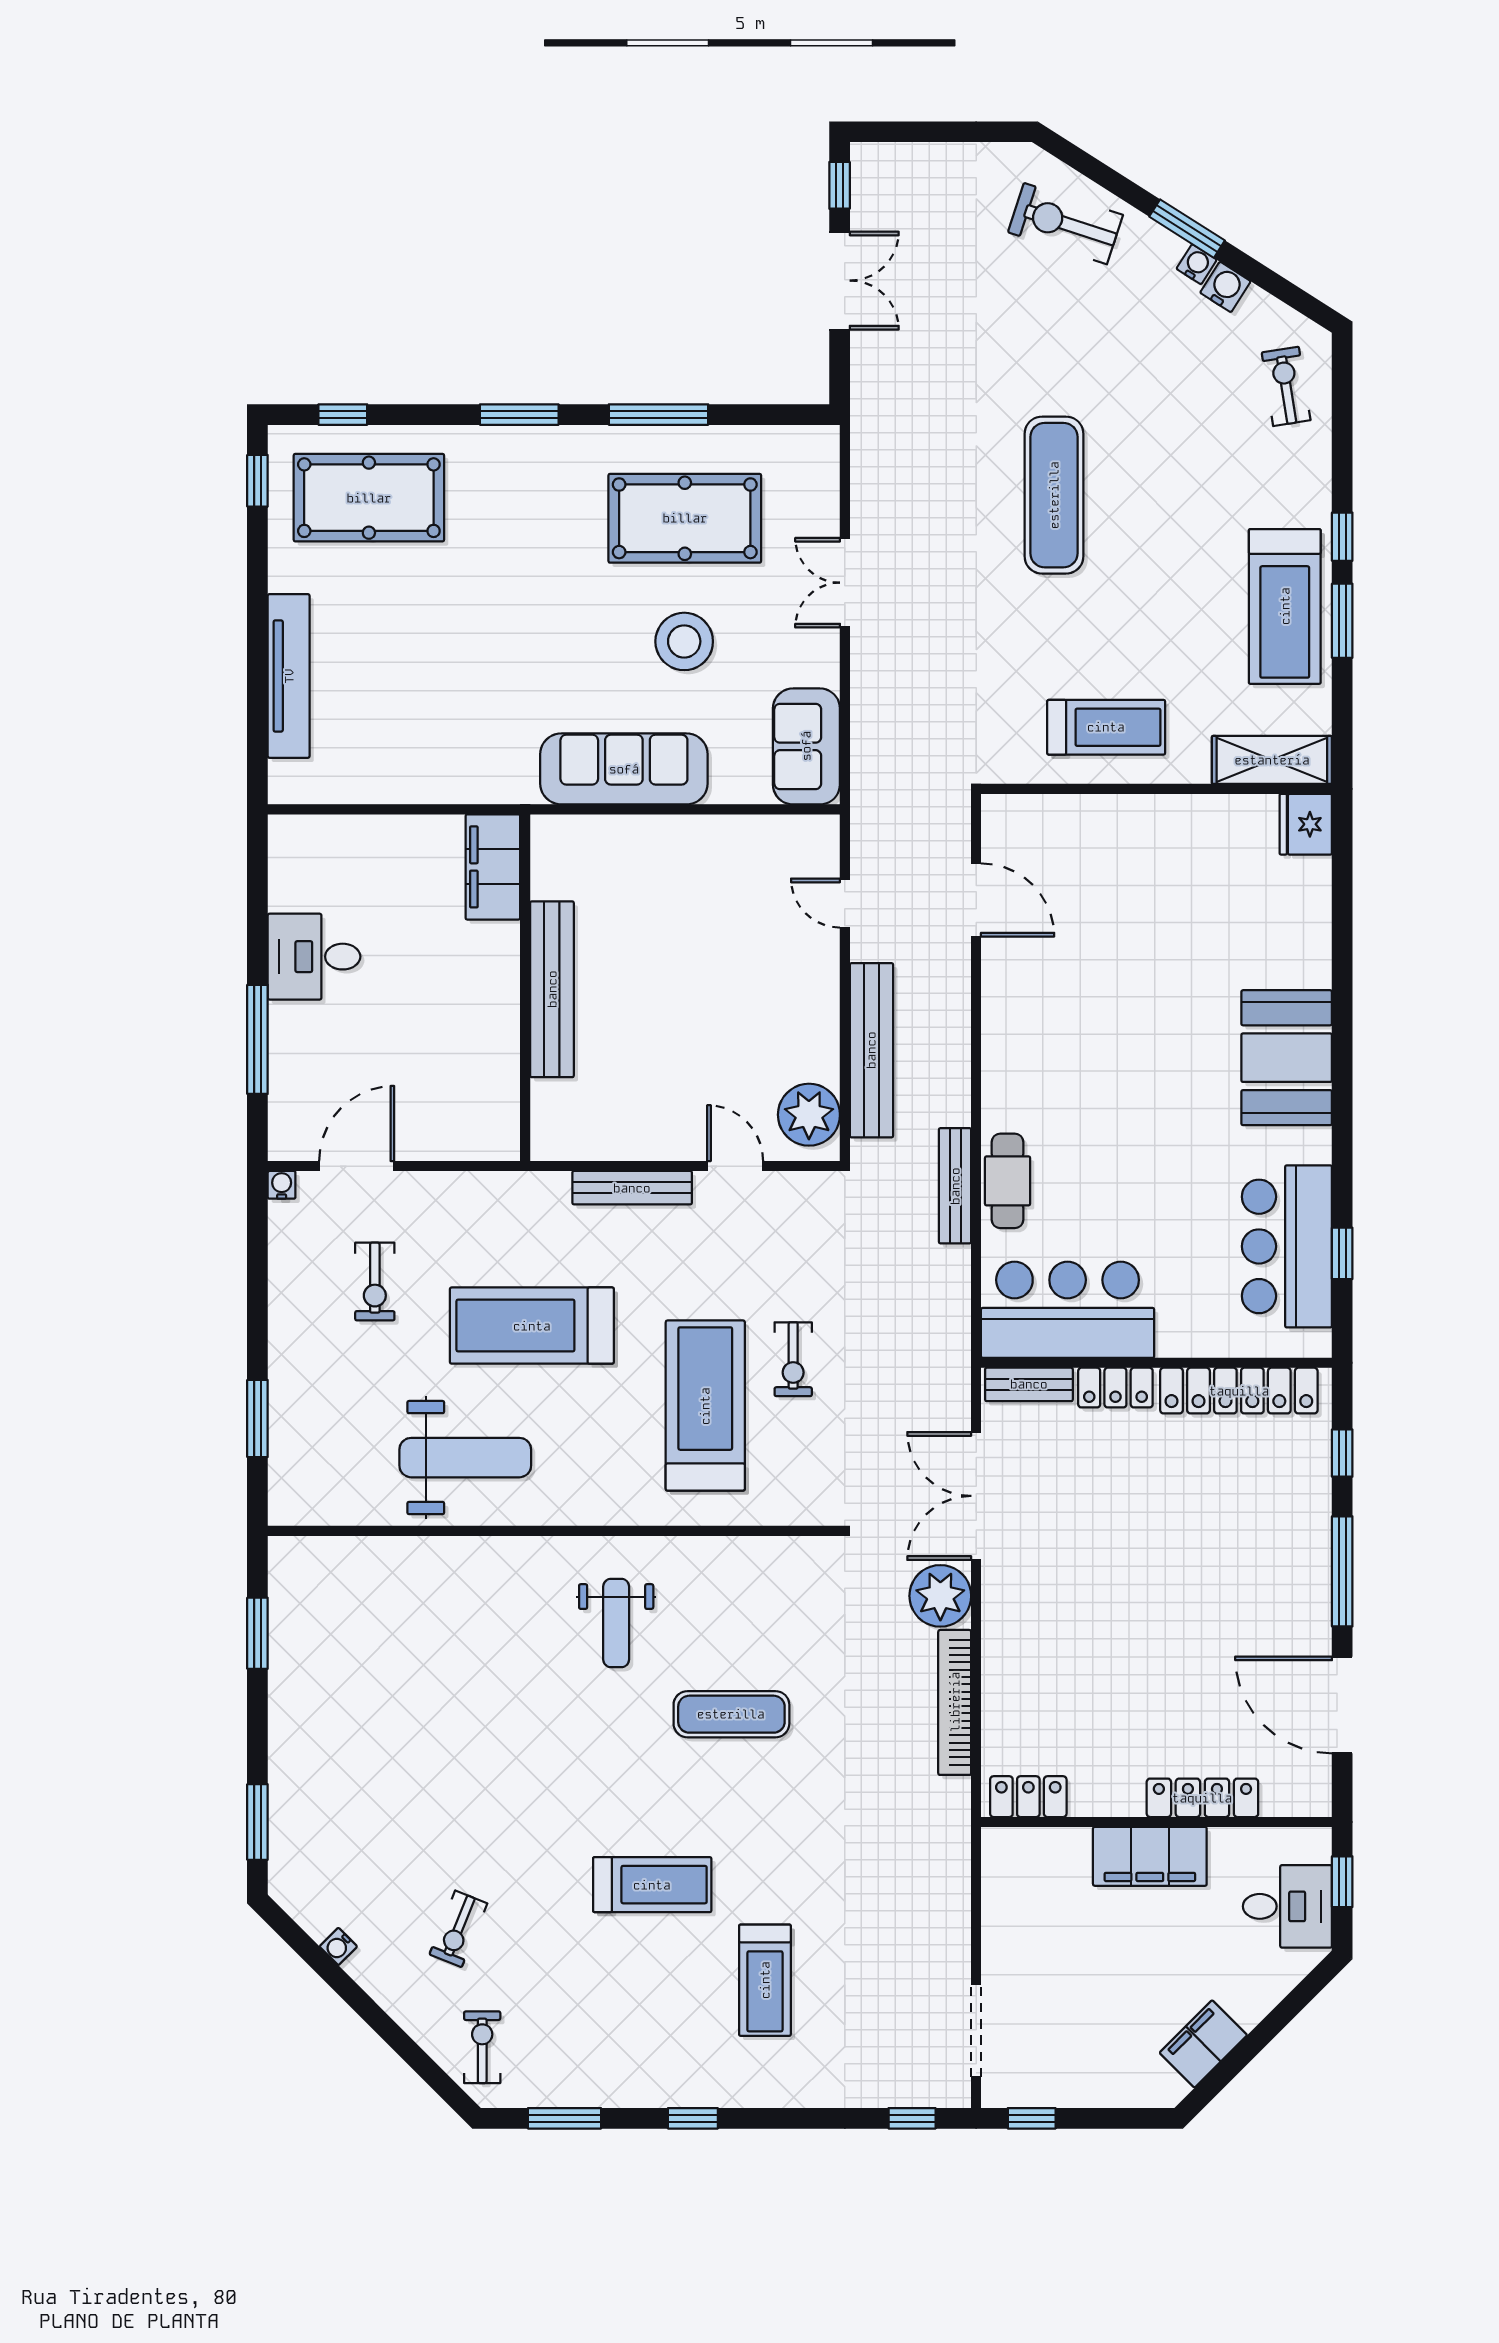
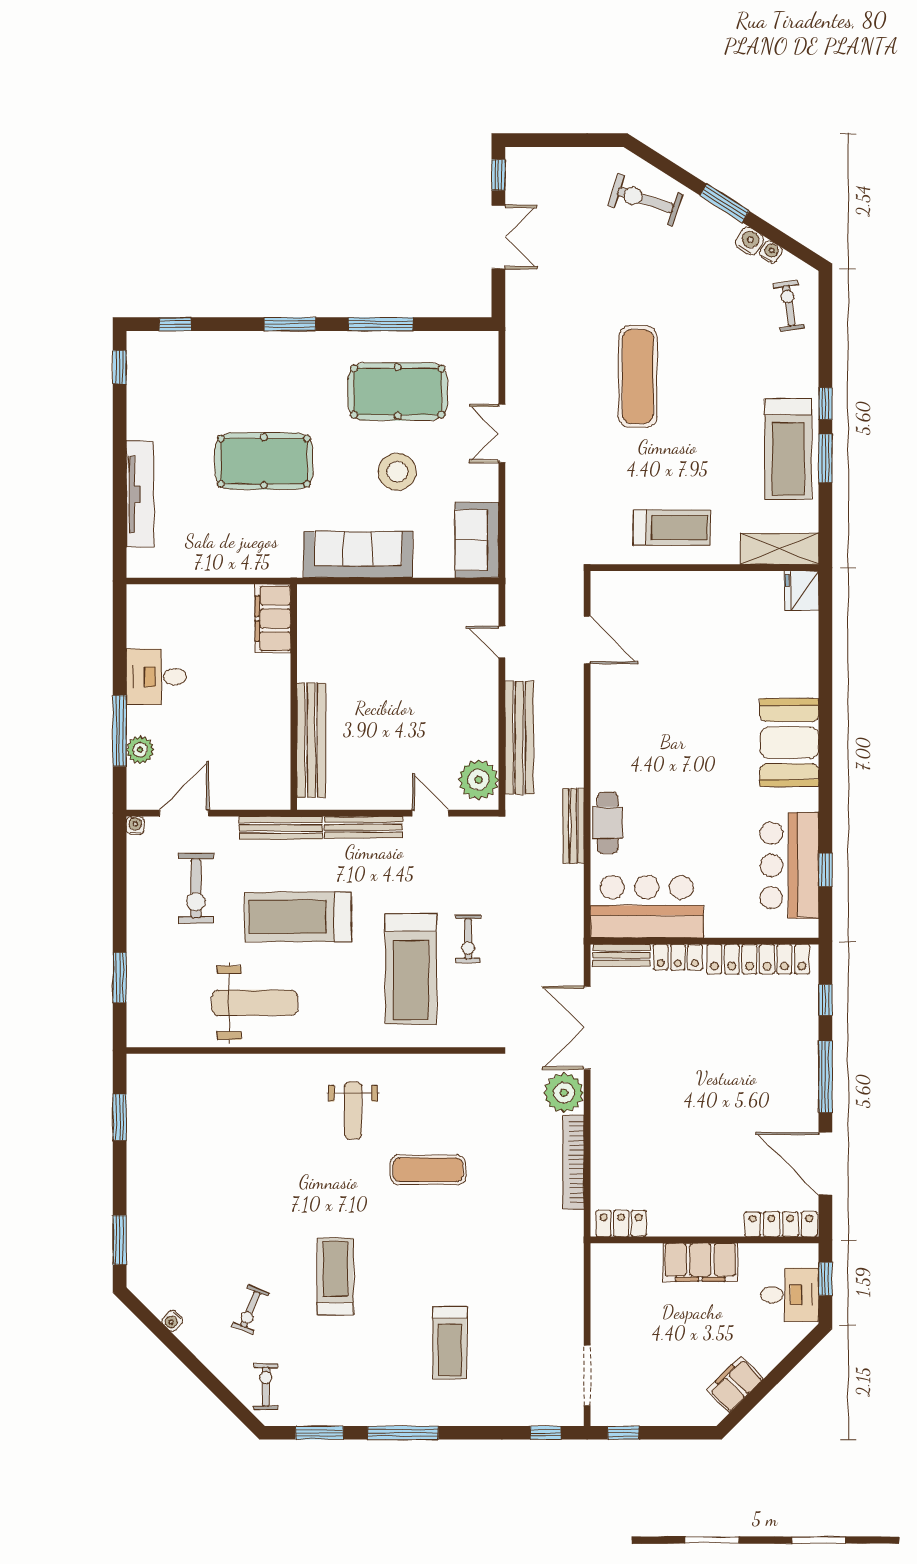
water cooler: (1197, 264) -> (771, 252), moved
pool table: (369, 498) -> (264, 461), moved
bench: (552, 989) -> (311, 740), moved
plant: (289, 1069) -> (140, 750), added
bench: (505, 1189) -> (281, 828), added
exercise bike: (375, 1282) -> (196, 888), width x1.38, depth x1.39
treadmill: (705, 1406) -> (411, 969), turned 180
locker: (1202, 1798) -> (781, 1224), moved
treadmill: (652, 1885) -> (335, 1276), moved, turned -90
window: (693, 2118) -> (403, 1433), width x2.17

